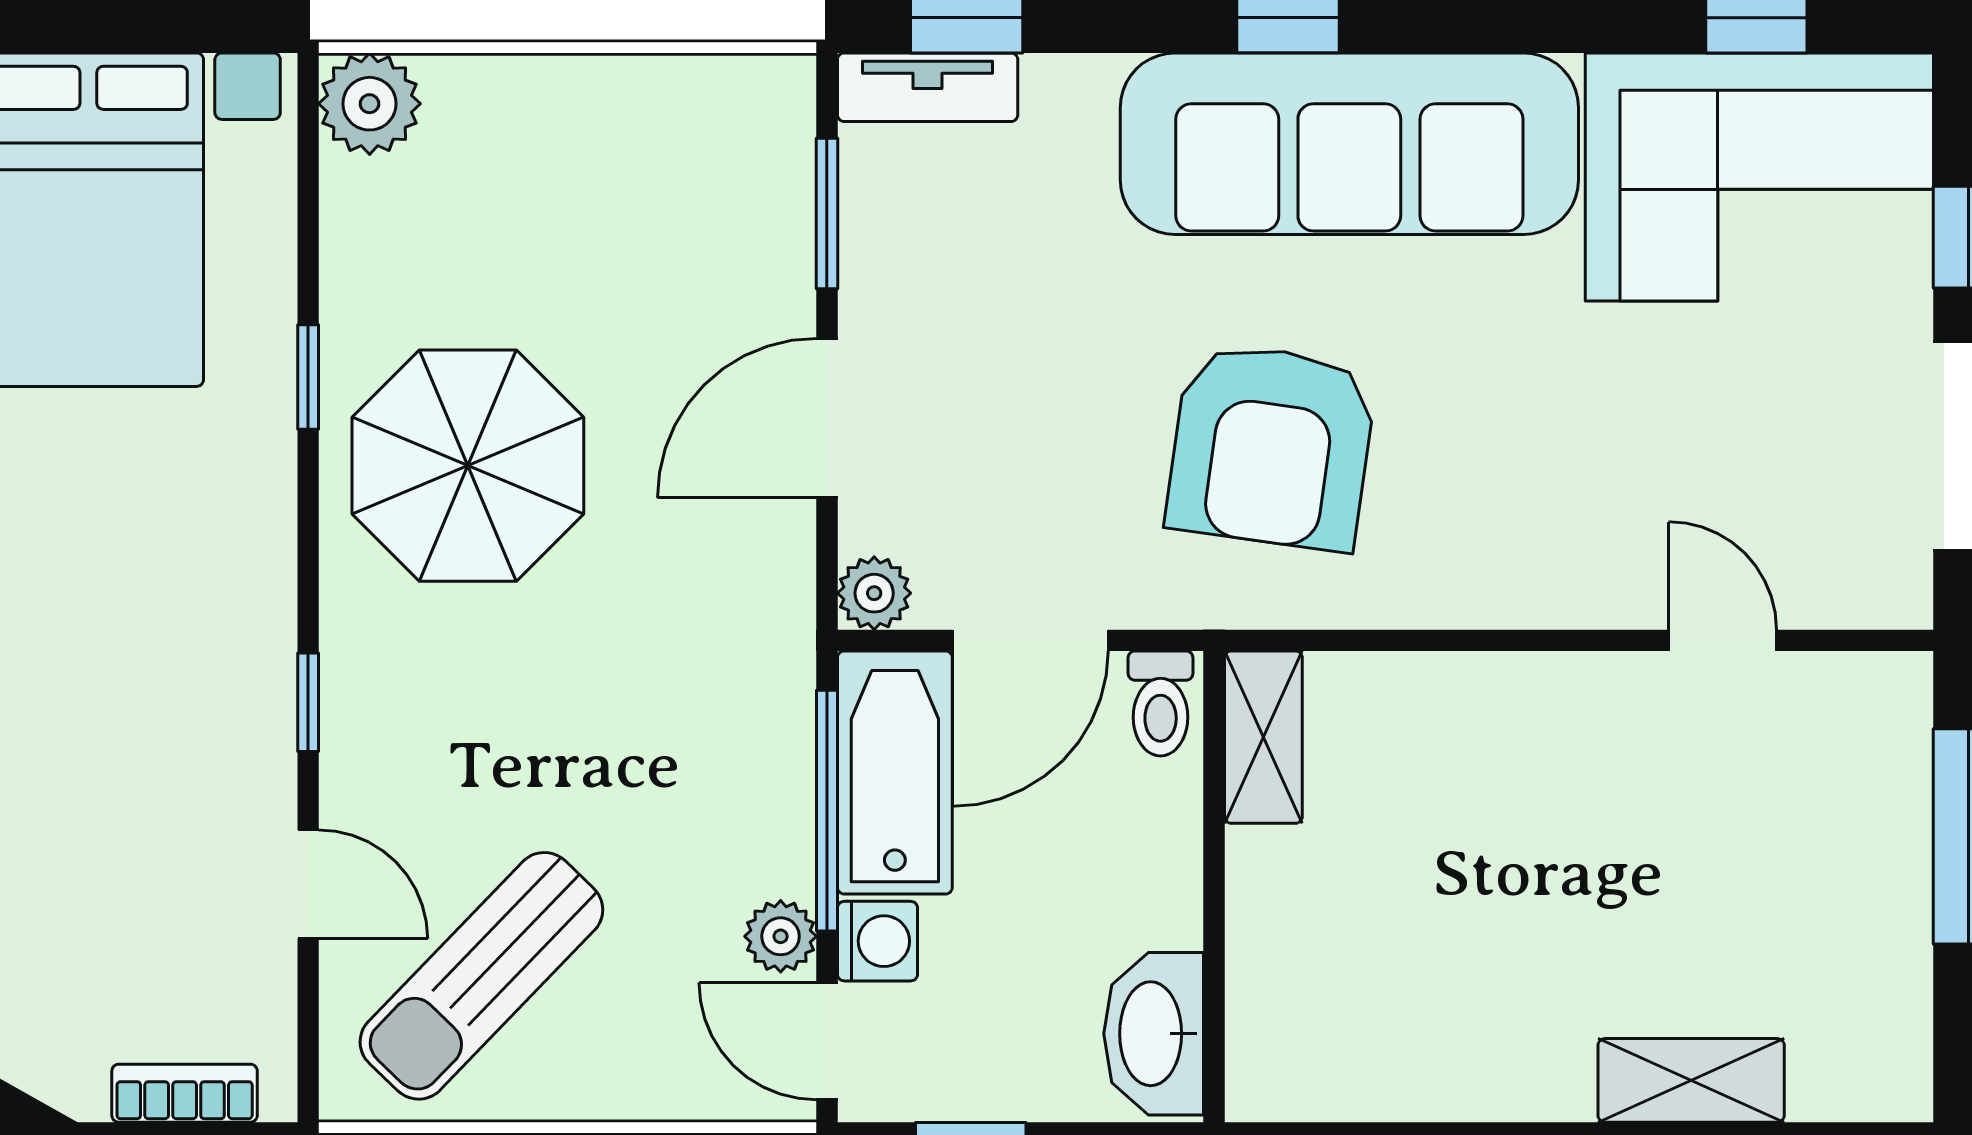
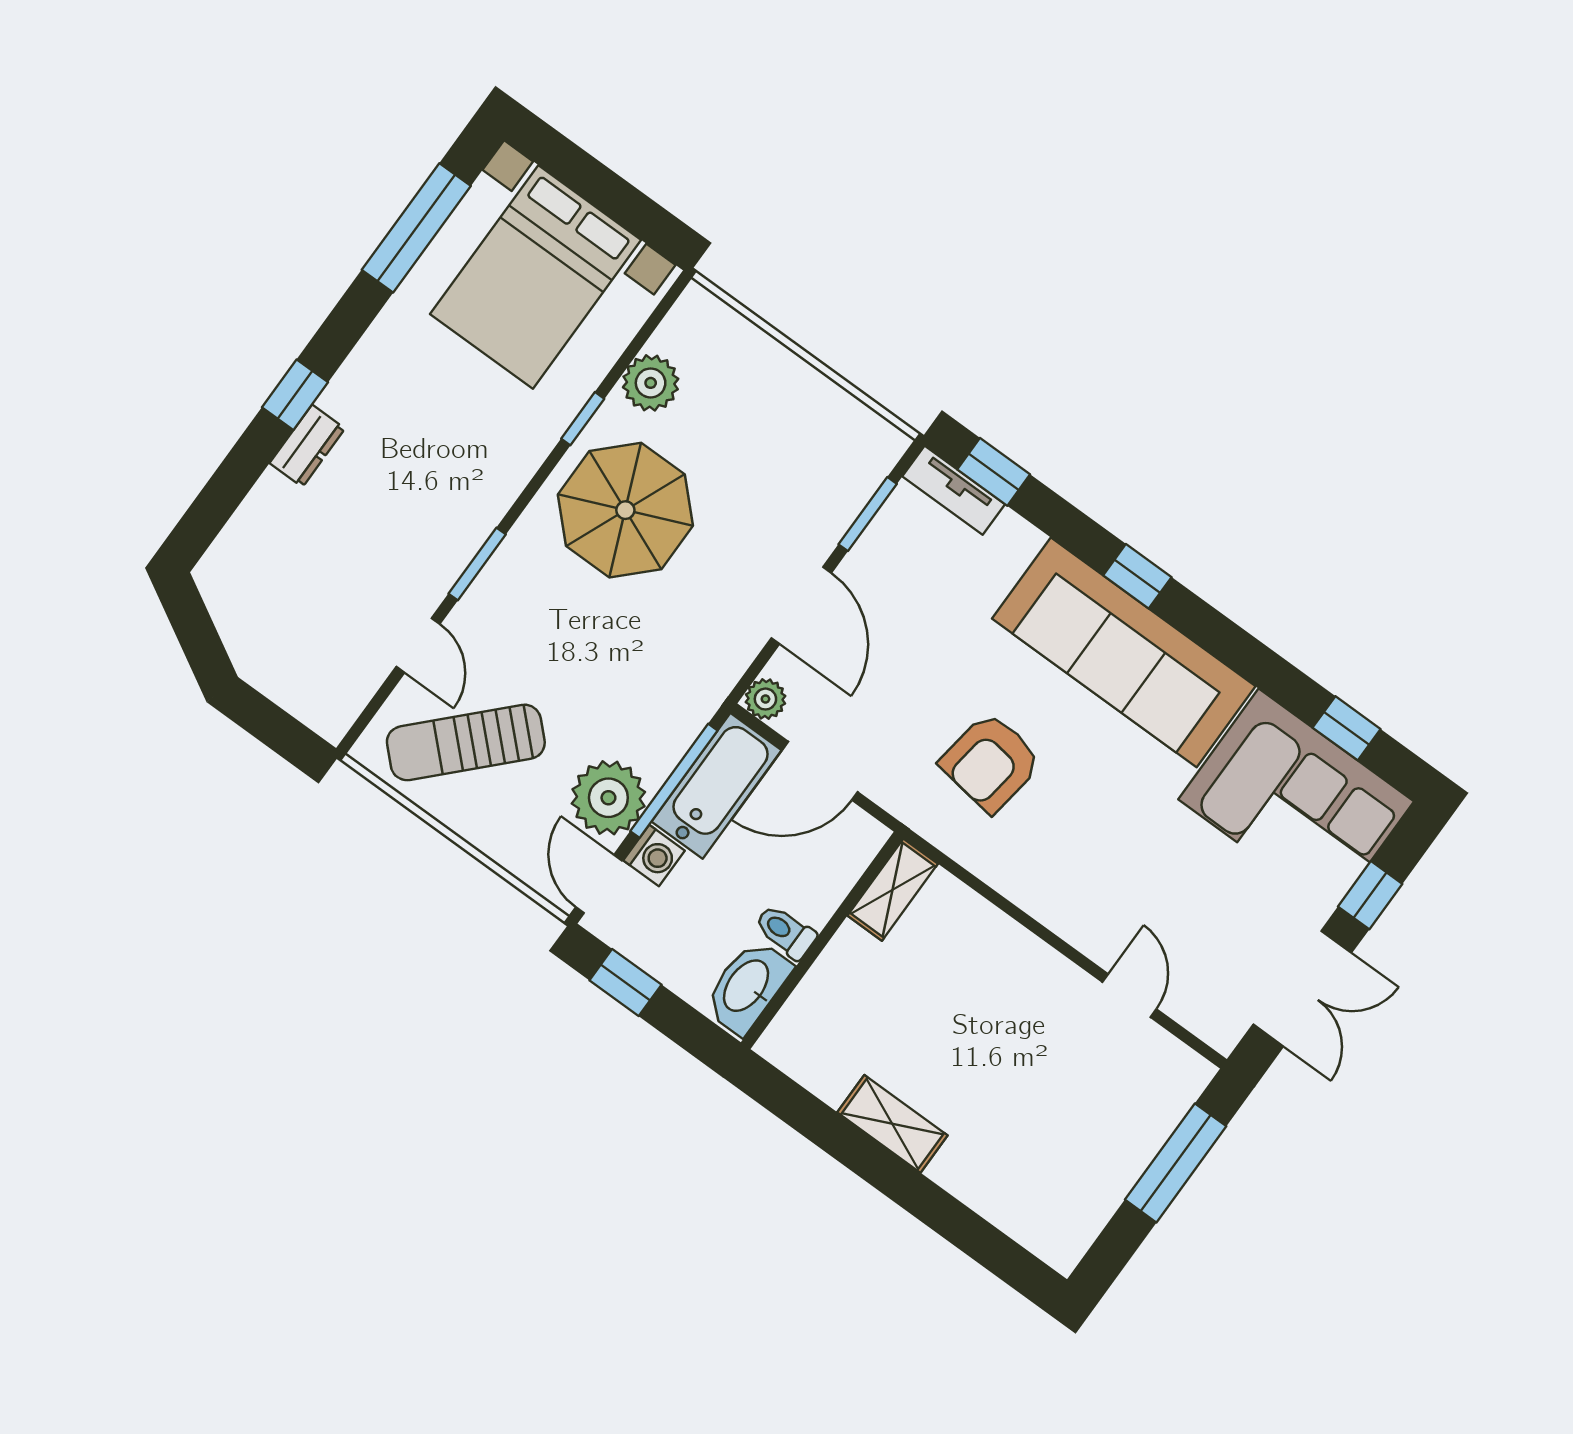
plant: (370, 104) -> (651, 383), moved
door: (827, 418) -> (801, 605), swing flipped
armchair: (1271, 446) -> (991, 762), width x0.73, depth x0.73
window: (308, 702) -> (477, 564), width x1.50
toilet: (1161, 703) -> (785, 932), moved, turned 90
plant: (781, 936) -> (608, 798), width x1.87, depth x1.87
shelving: (1691, 1080) -> (892, 1124), moved
bookcase: (185, 1093) -> (295, 699), removed

